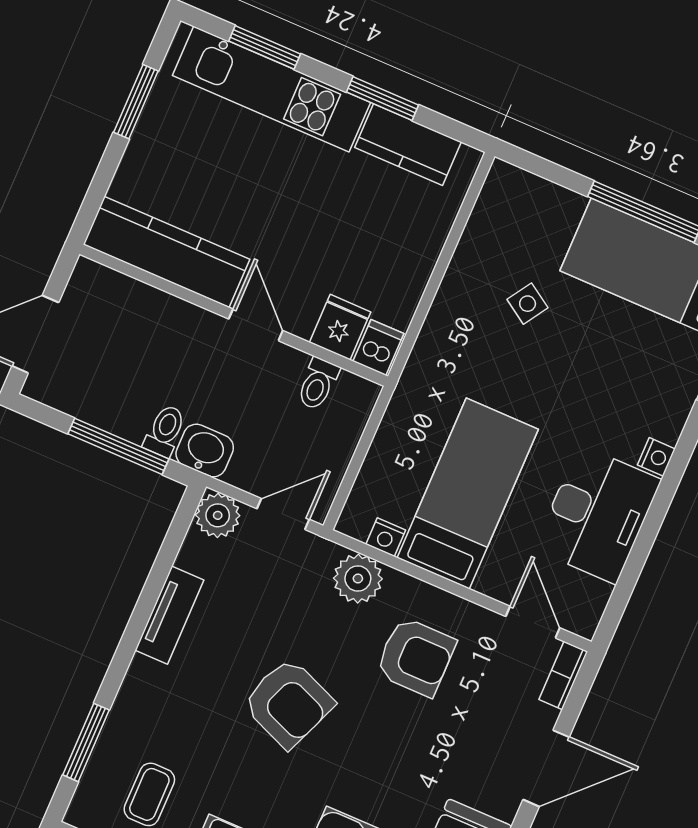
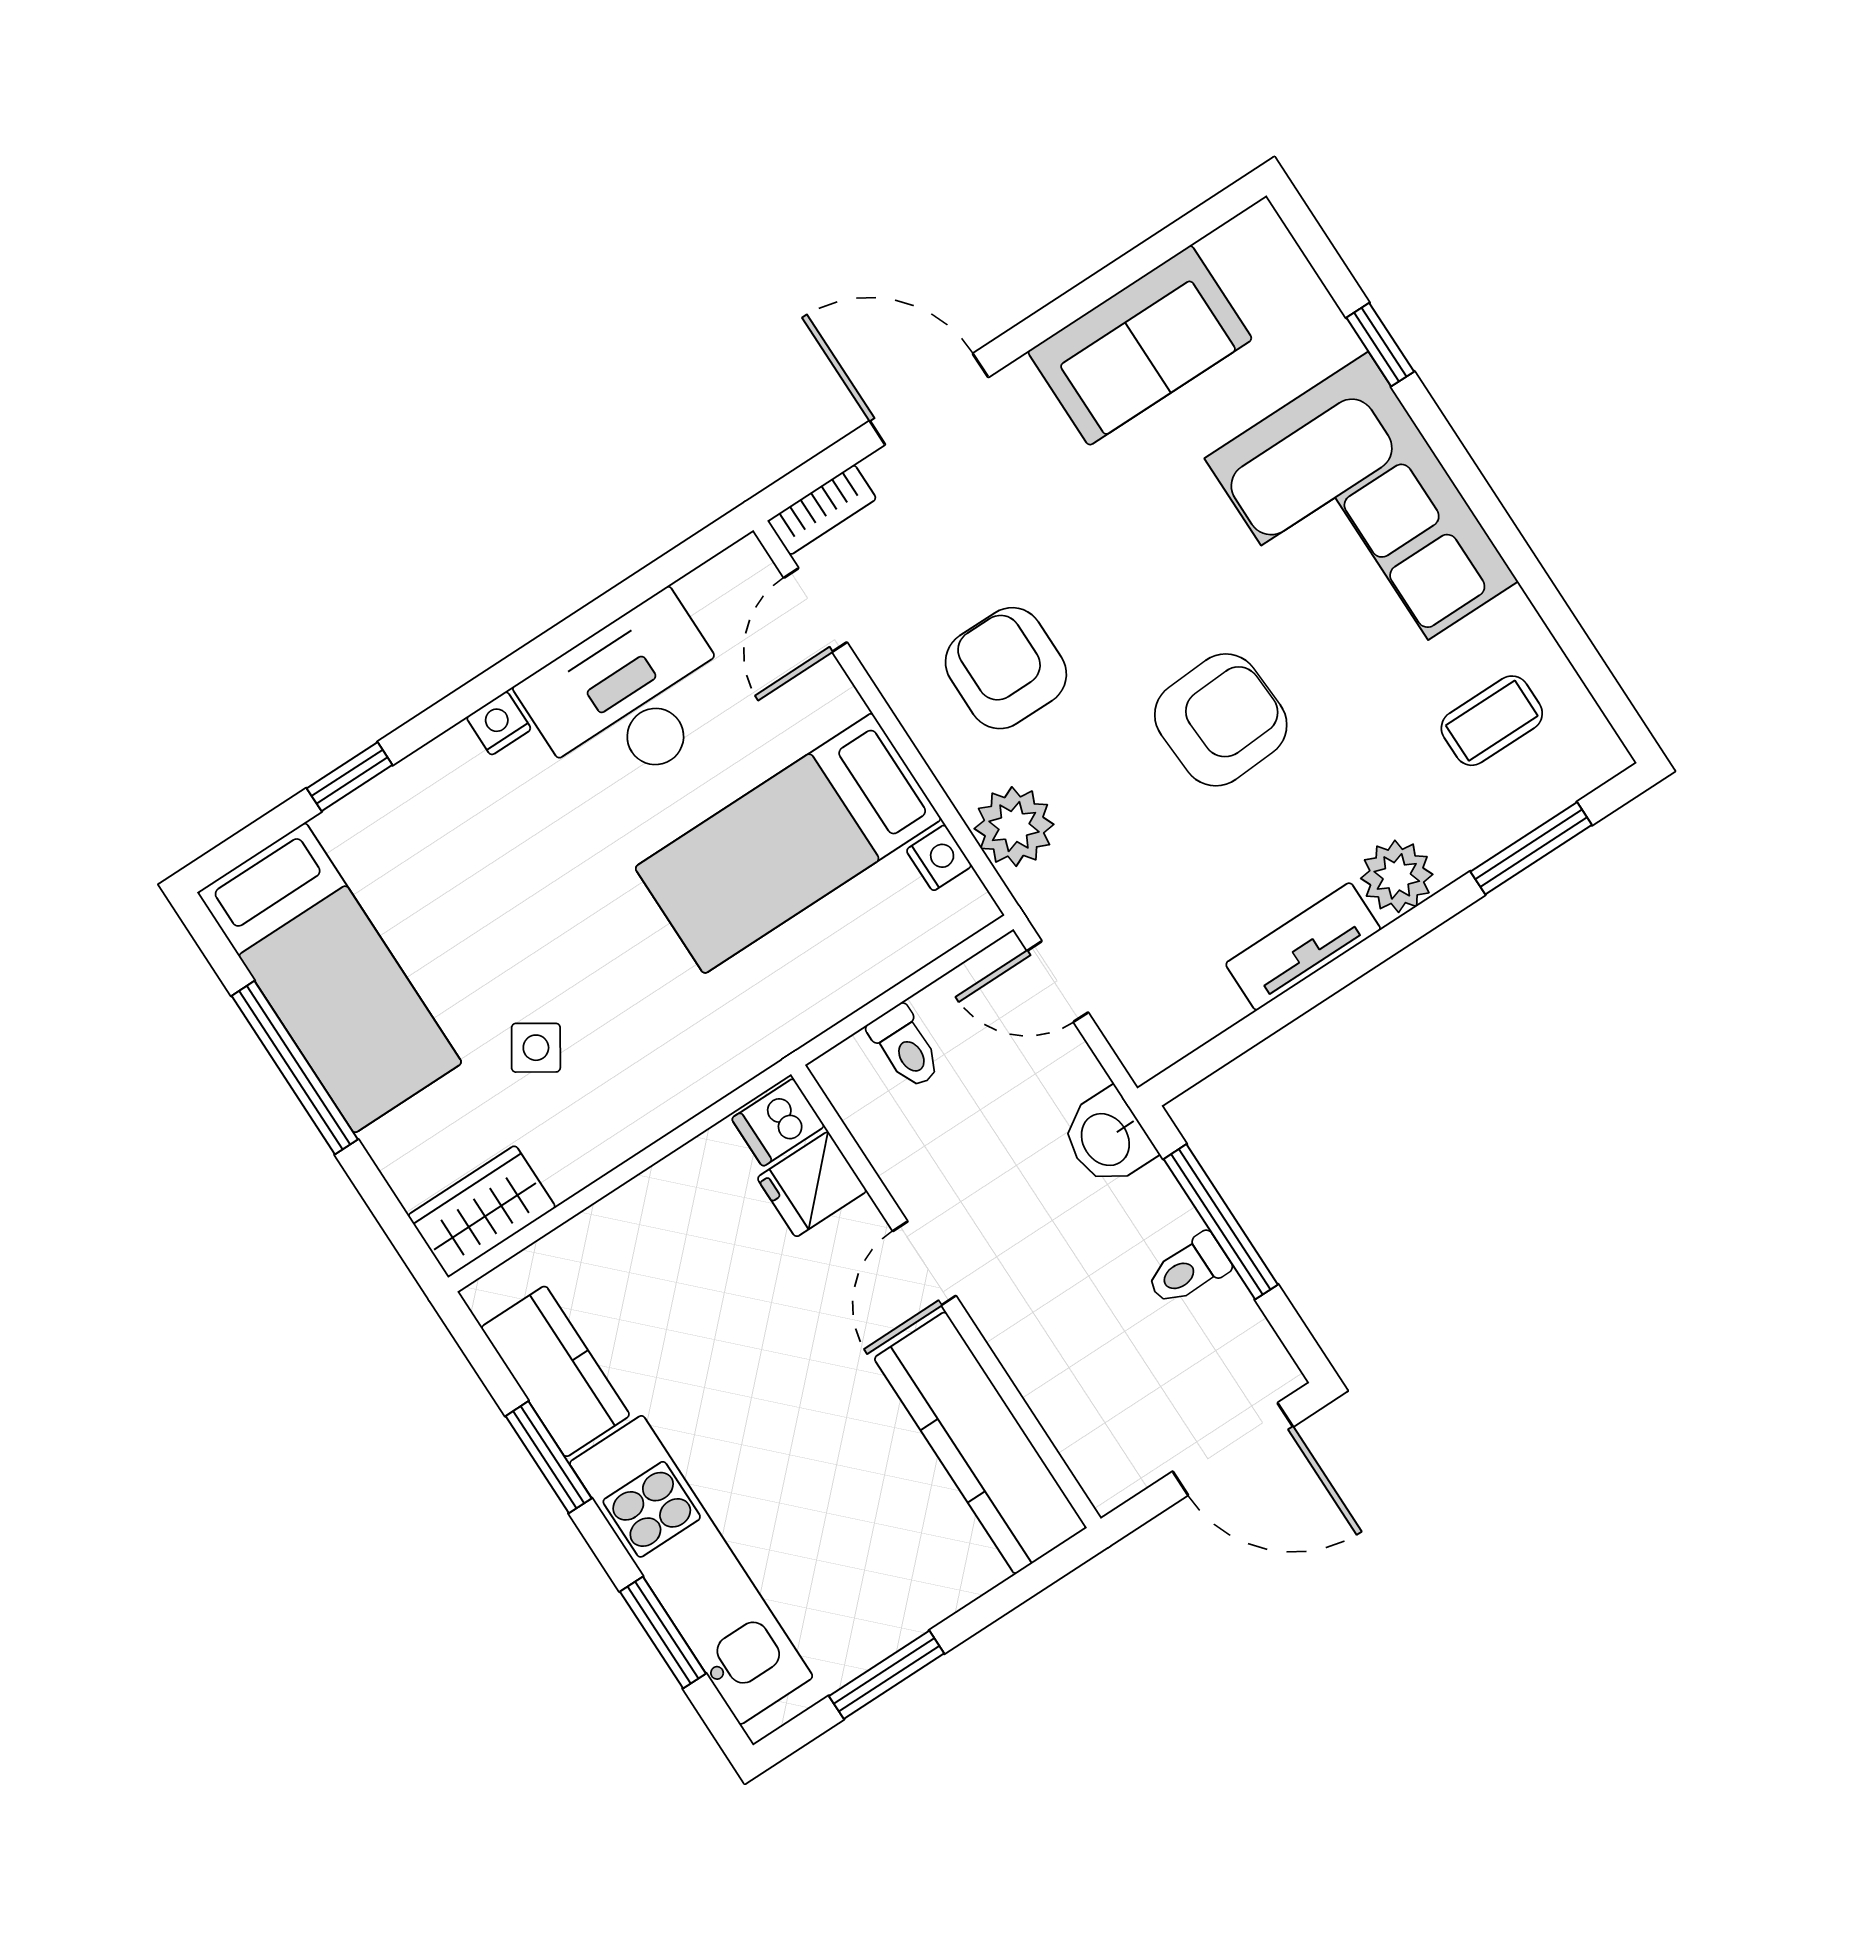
wardrobe: (500, 202) -> (482, 1211), added
toilet: (318, 384) -> (905, 1047), moved, turned 90
toilet: (165, 431) -> (1188, 1270), moved
plant: (218, 515) -> (1397, 876), moved
armchair: (288, 703) -> (1221, 720), turned 65

